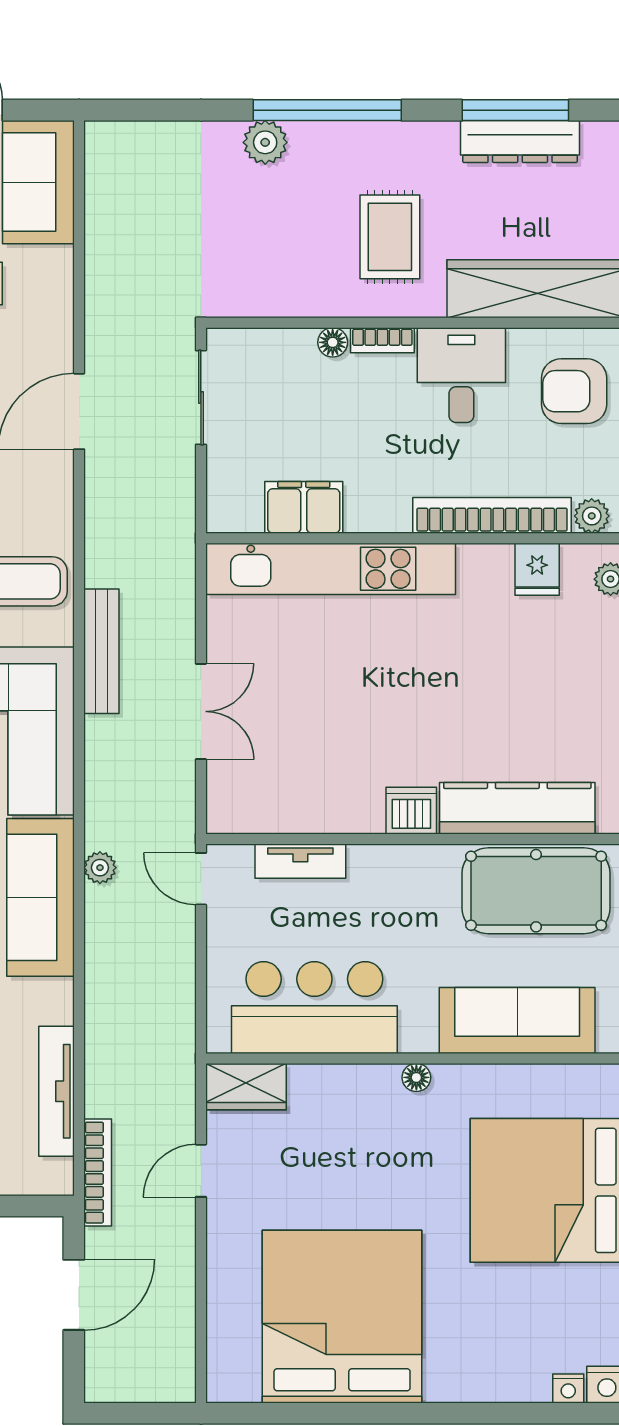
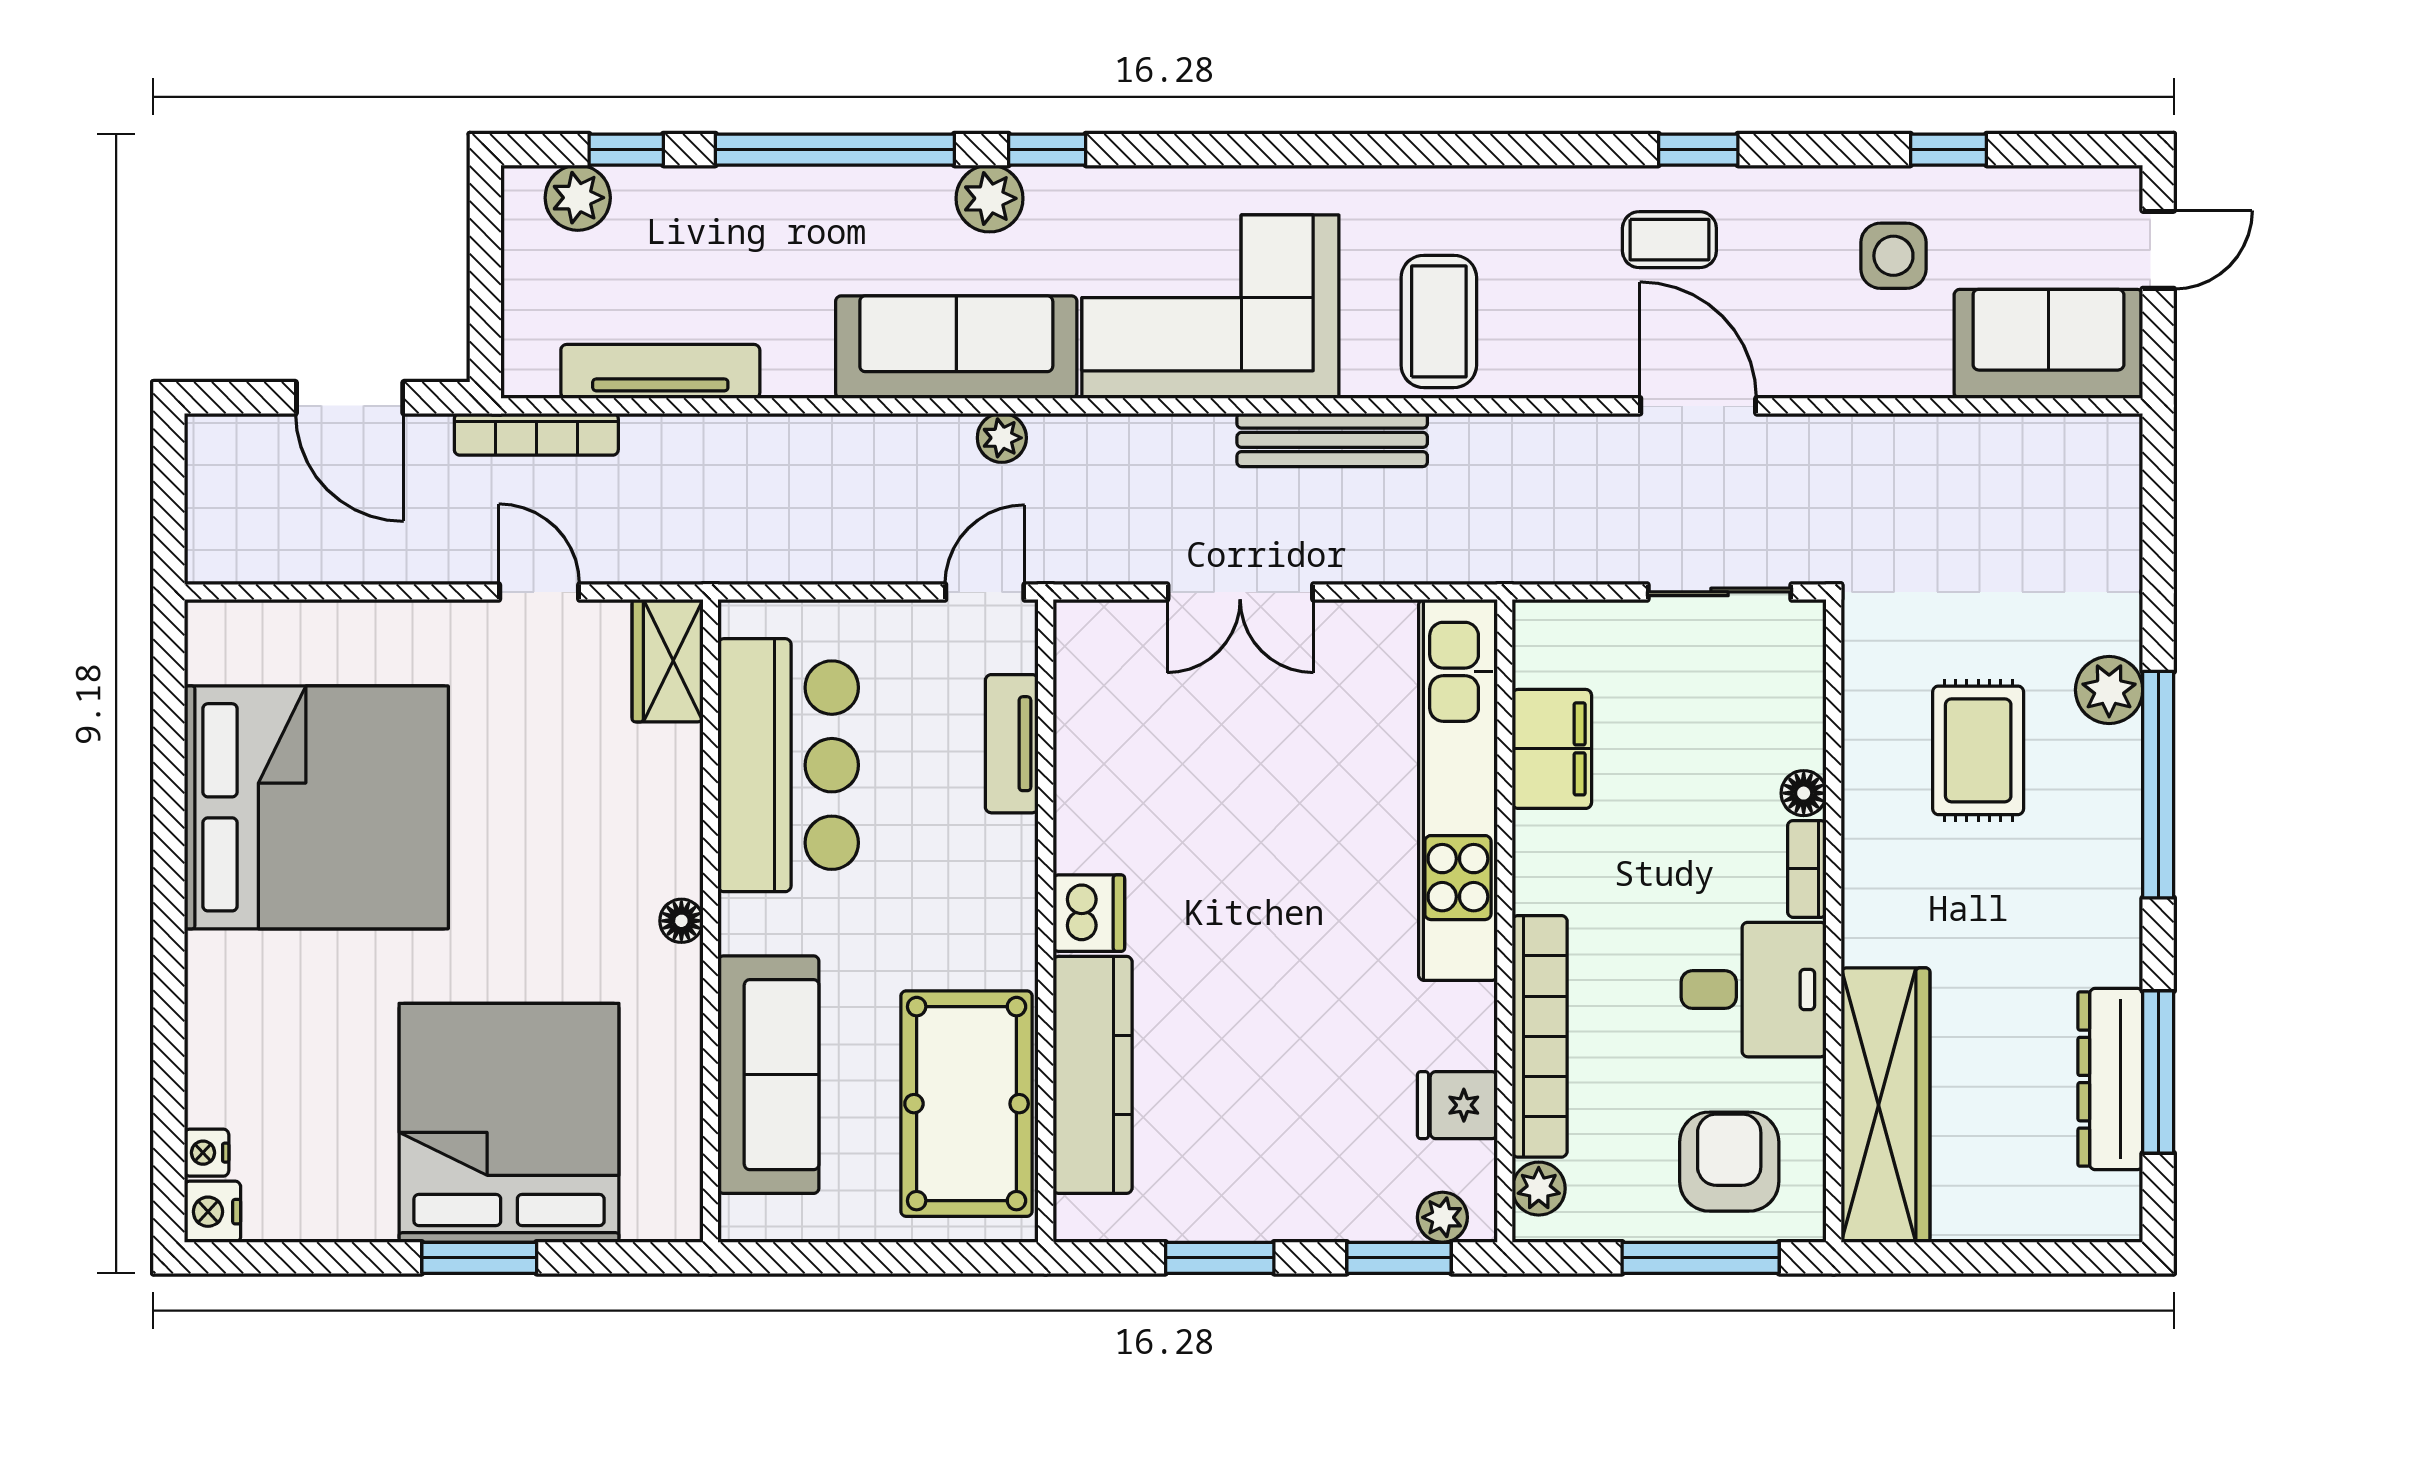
rug: (390, 237) -> (1978, 750), moved, turned 90

